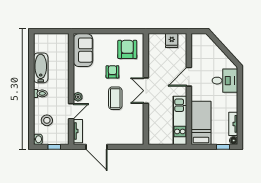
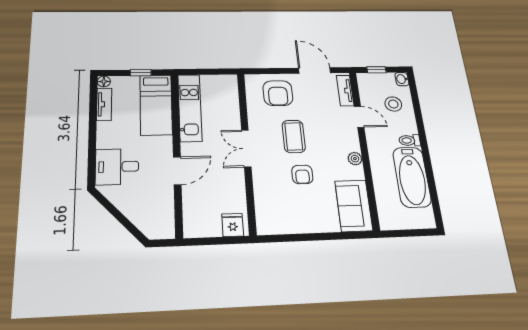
fridge: (172, 41) -> (233, 225), moved
armchair: (127, 49) -> (278, 93), moved
bathtub: (41, 68) -> (412, 177), width x1.36, depth x1.36
double door: (146, 91) -> (246, 148), swing flipped
plant: (78, 97) -> (355, 159), moved
door: (71, 111) -> (359, 117), swing flipped
window: (223, 147) -> (141, 73), moved

